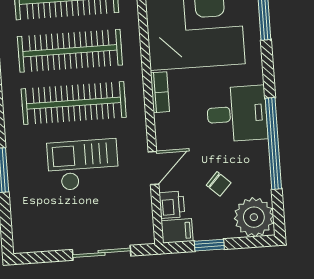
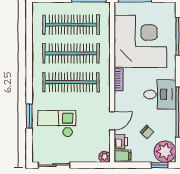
checkout: (83, 165) -> (57, 124), moved
plant: (144, 234) -> (104, 157), added
window: (209, 245) -> (160, 165), moved
sliding door: (102, 253) -> (54, 165), moved

